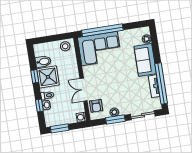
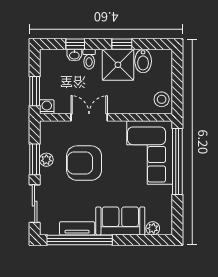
armchair: (96, 106) -> (84, 163), moved, width x1.88, depth x1.88
window: (60, 128) -> (35, 91), moved

